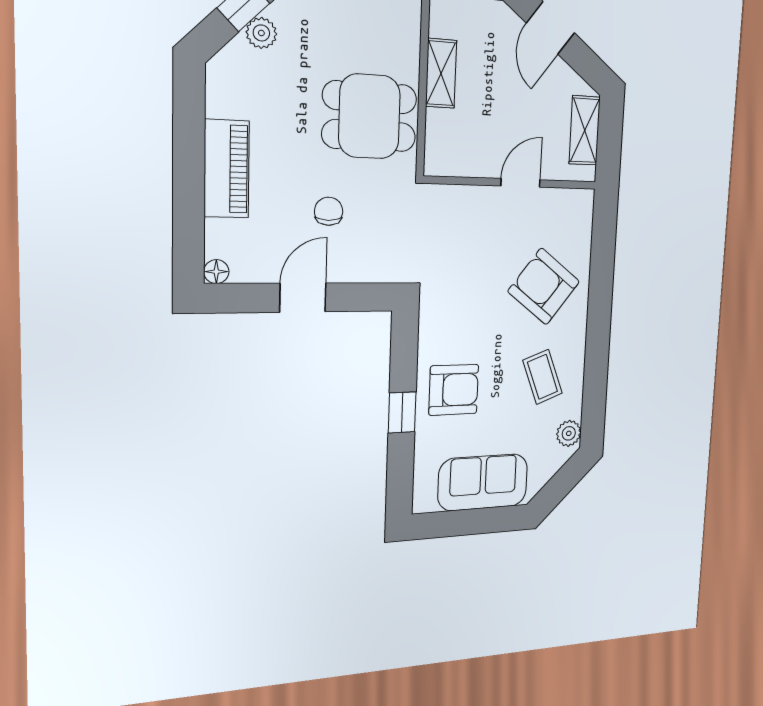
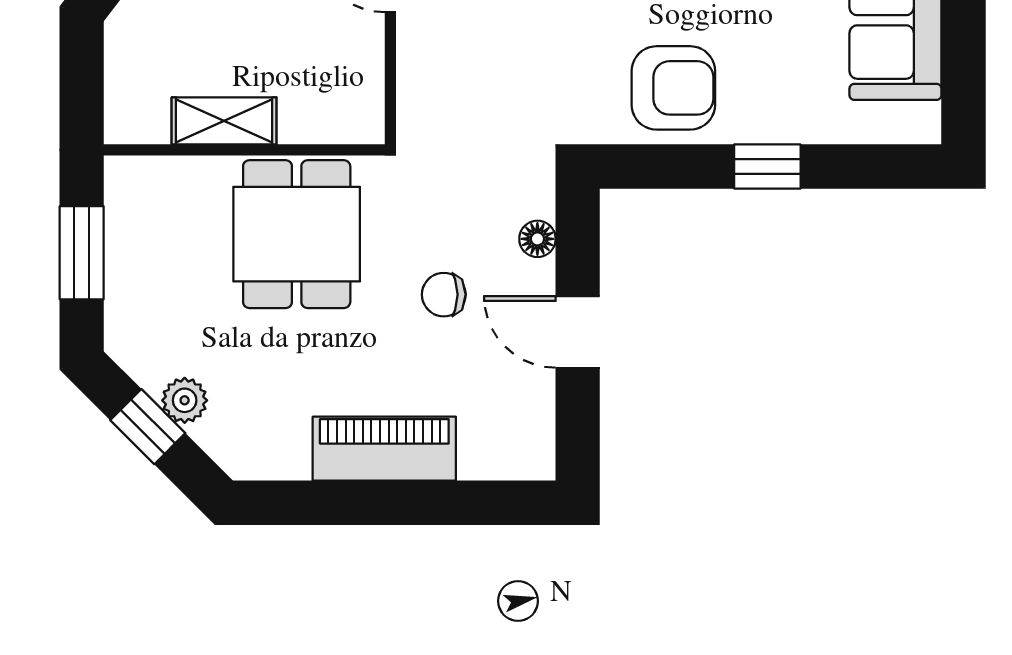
floor lamp: (216, 272) -> (537, 239), moved
armchair: (454, 390) -> (673, 88), moved, turned 90

